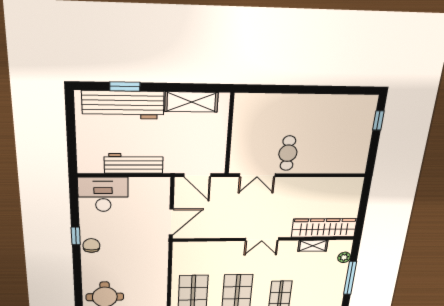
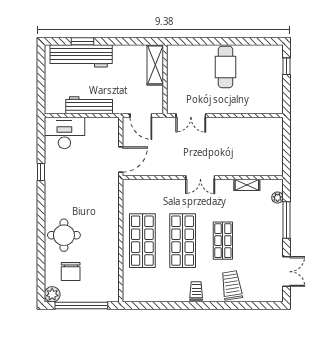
shelving: (191, 102) -> (155, 65), moved, turned 90
cafe table: (288, 153) -> (225, 67), moved, width x1.37, depth x1.35
wardrobe: (324, 228) -> (255, 167), removed
chair: (91, 246) -> (54, 182), removed

